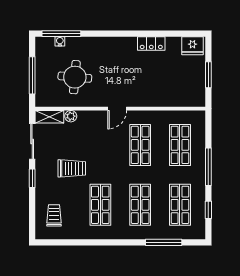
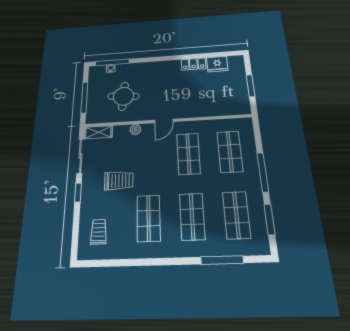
fridge: (193, 46) -> (217, 64), moved
plant: (71, 116) -> (135, 130), moved
window: (208, 210) -> (269, 219), width x1.50

